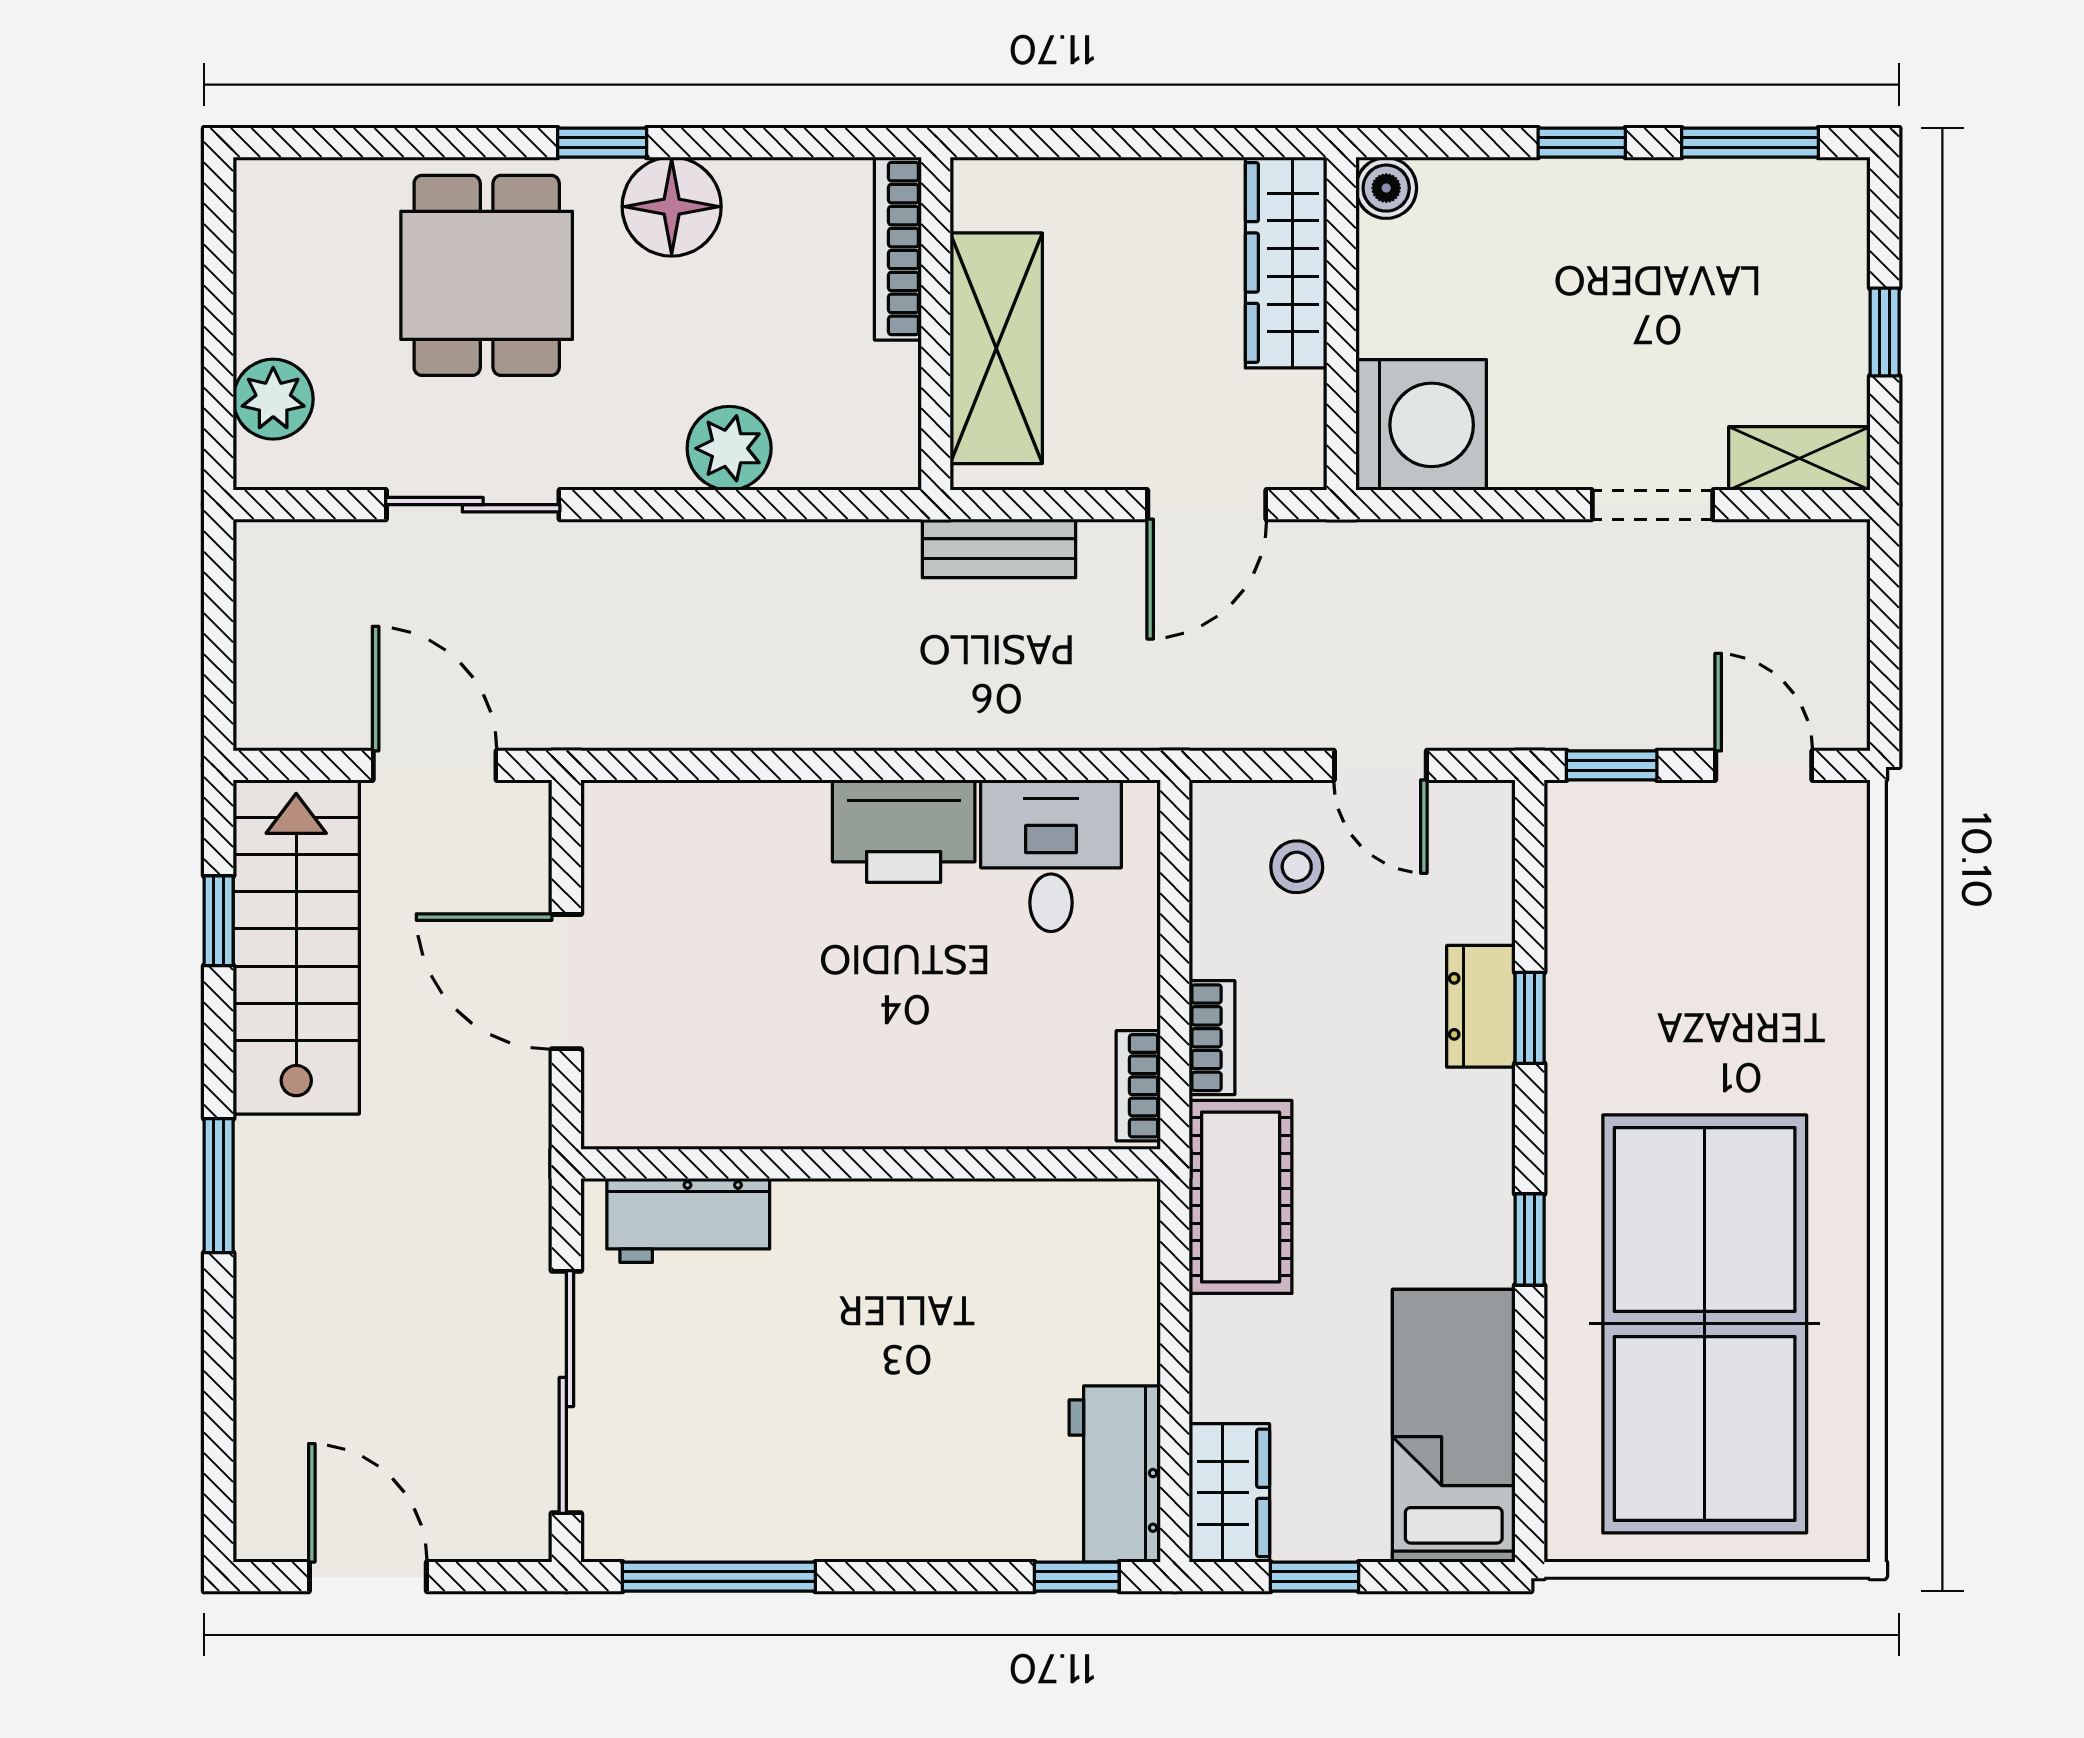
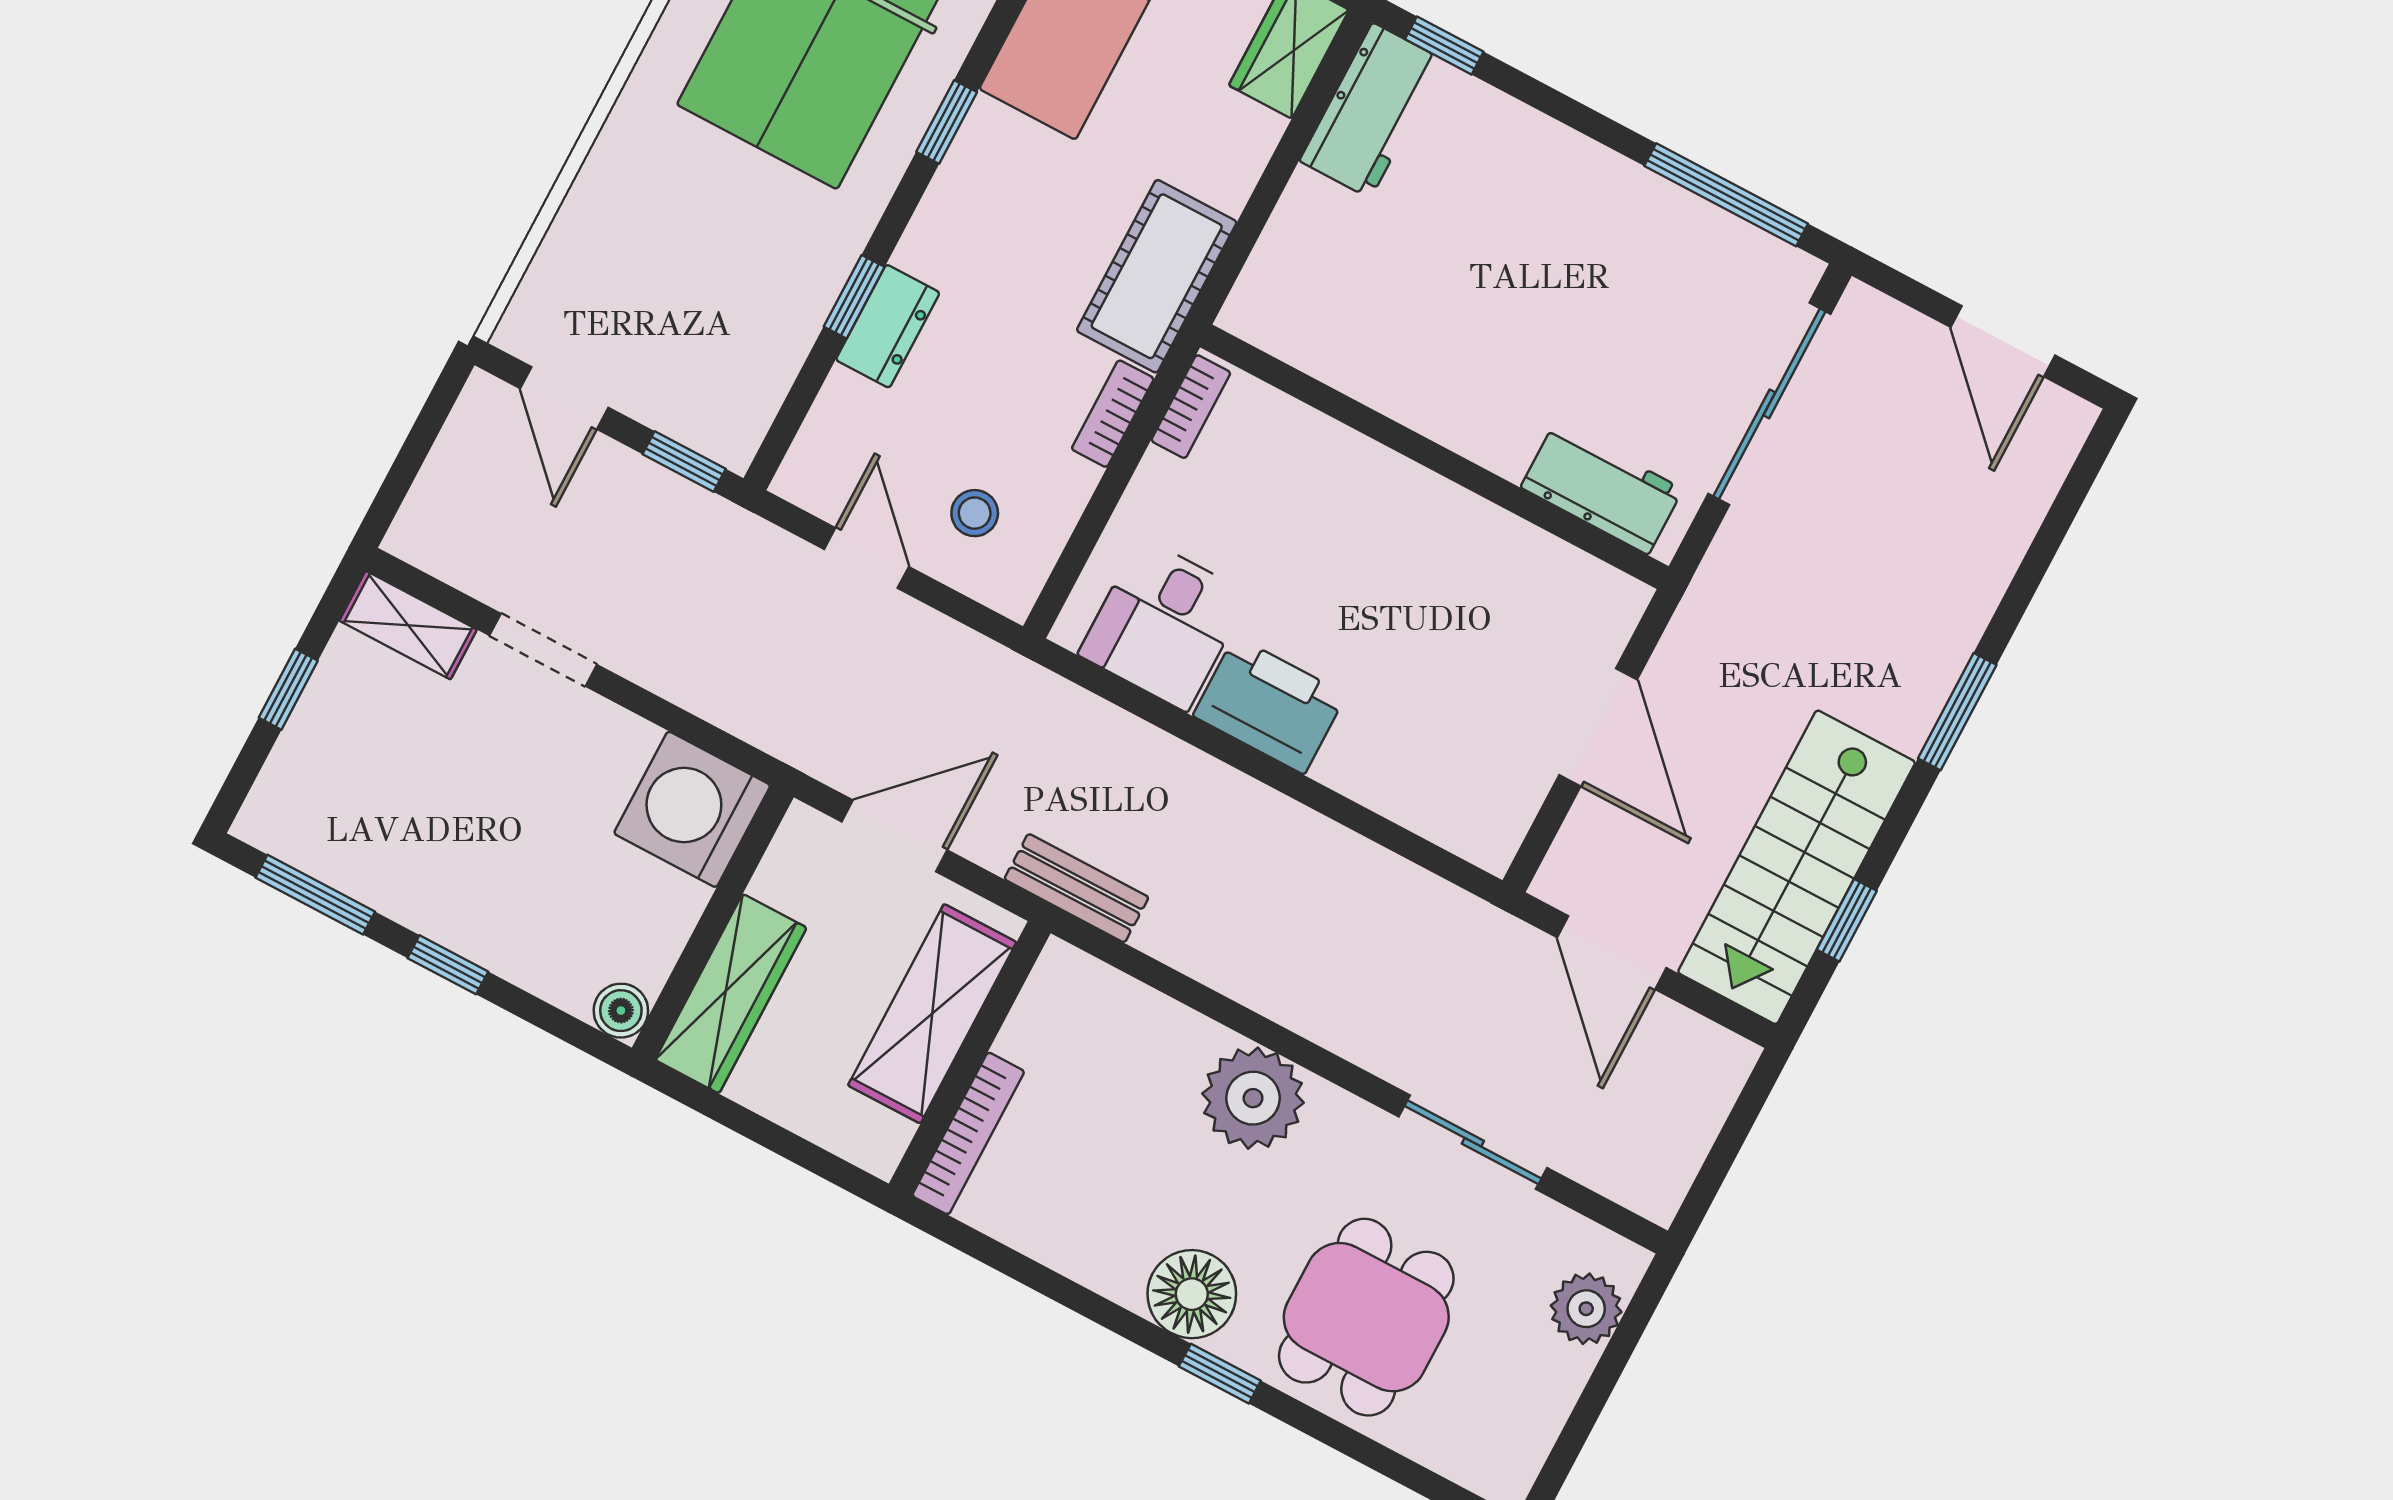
bookcase: (898, 249) -> (968, 1133), moved
wall: (936, 324) -> (970, 1058), moved
shelving: (996, 348) -> (932, 1014), moved
plant: (729, 448) -> (1253, 1098), width x1.36, depth x1.36

